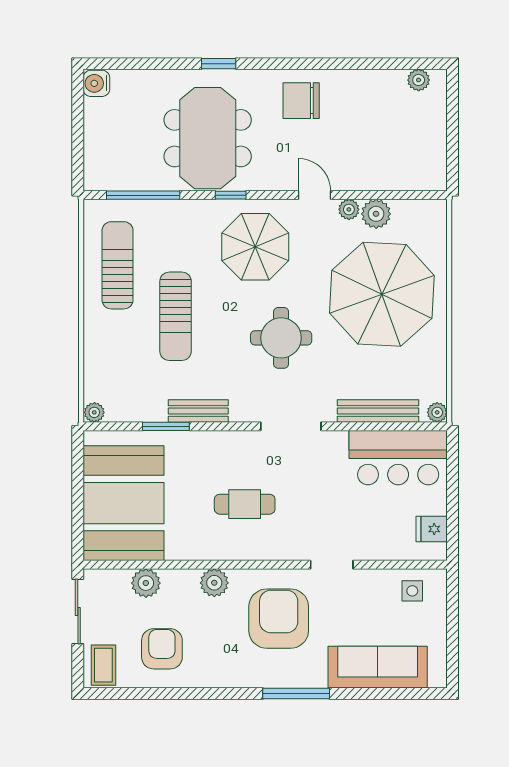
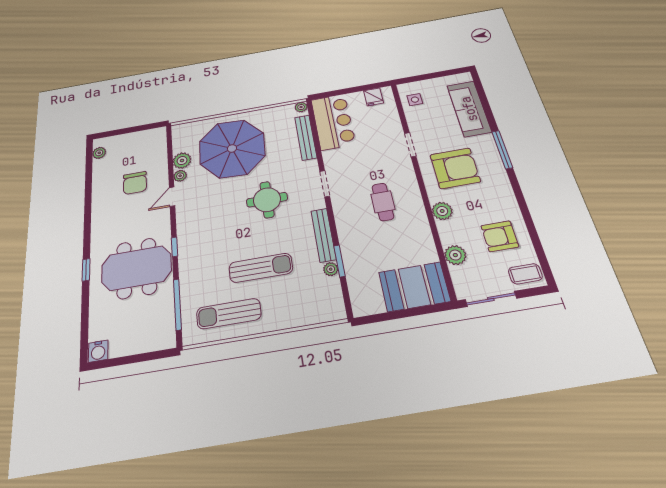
chair: (301, 101) -> (135, 183), moved
parasol: (255, 247) -> (208, 226), removed
bench: (198, 411) -> (323, 235), width x1.36
plant: (94, 412) -> (331, 269), moved
doorway: (291, 426) -> (325, 184), width x0.73
booth: (123, 503) -> (414, 287), width x0.73, depth x0.70
armchair: (279, 619) -> (455, 168), turned 180

